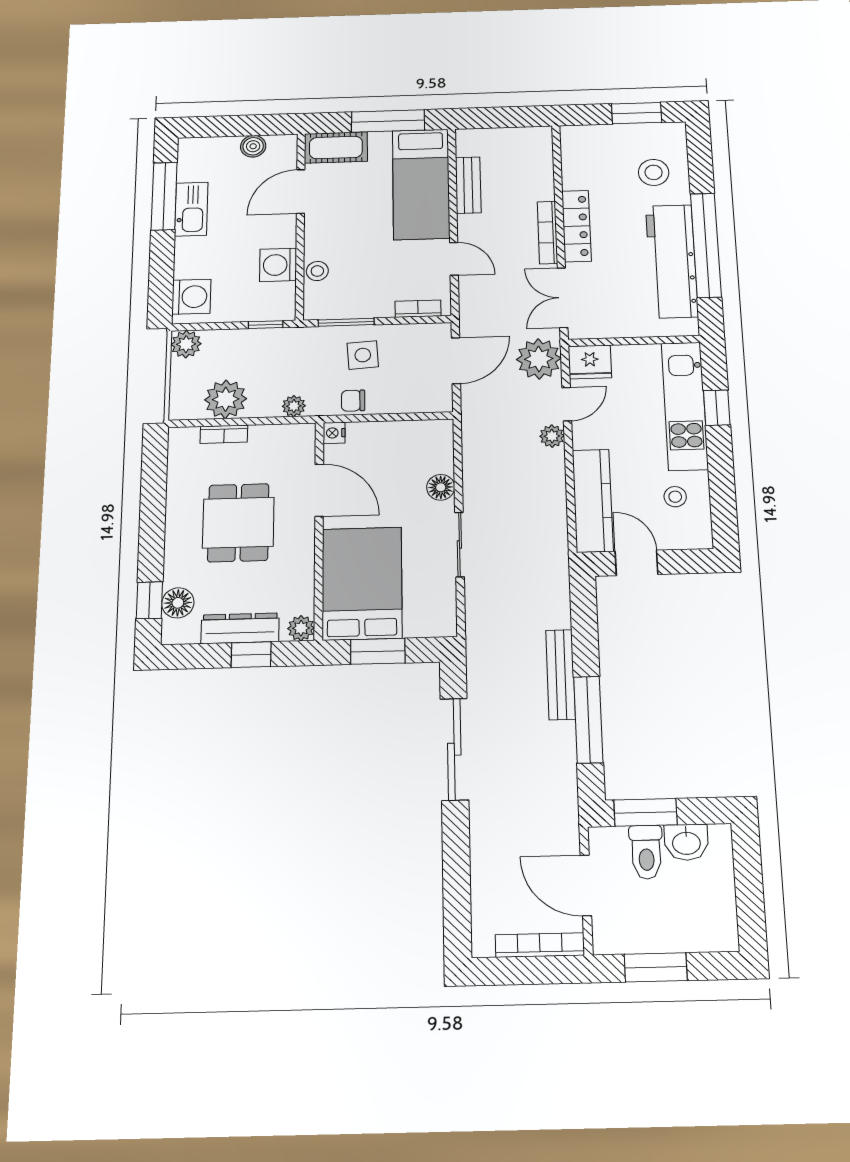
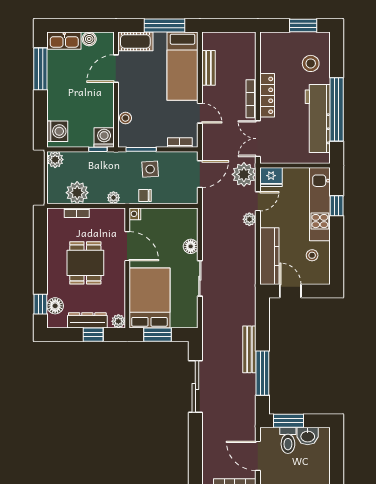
kitchen sink: (191, 209) -> (64, 41), moved, turned 90
washing machine: (278, 265) -> (104, 138), moved, turned 90

